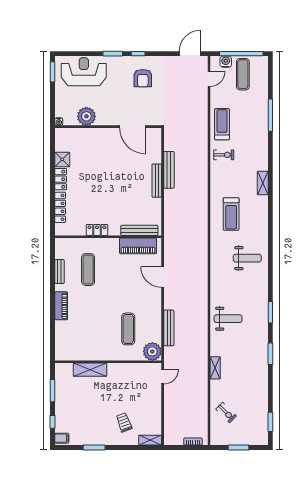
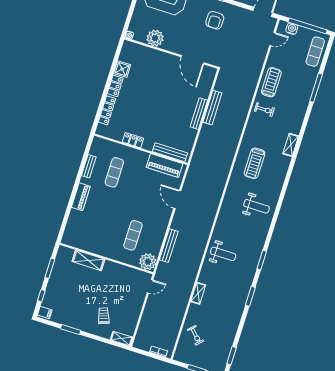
exercise mat: (243, 74) -> (315, 52), moved

